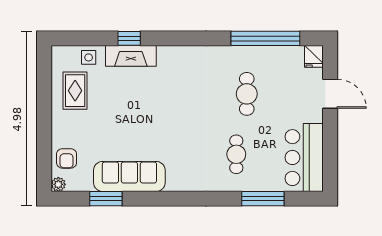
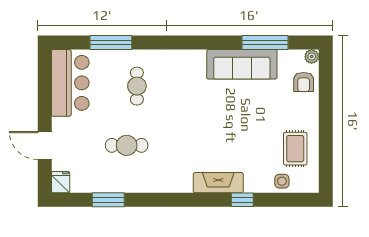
window: (265, 38) -> (108, 200), width x0.47
fireplace: (131, 56) -> (218, 183), moved
cafe table: (247, 94) -> (127, 145), turned 90
armchair: (67, 158) -> (304, 82), turned 180
window: (106, 199) -> (265, 43), width x1.44

